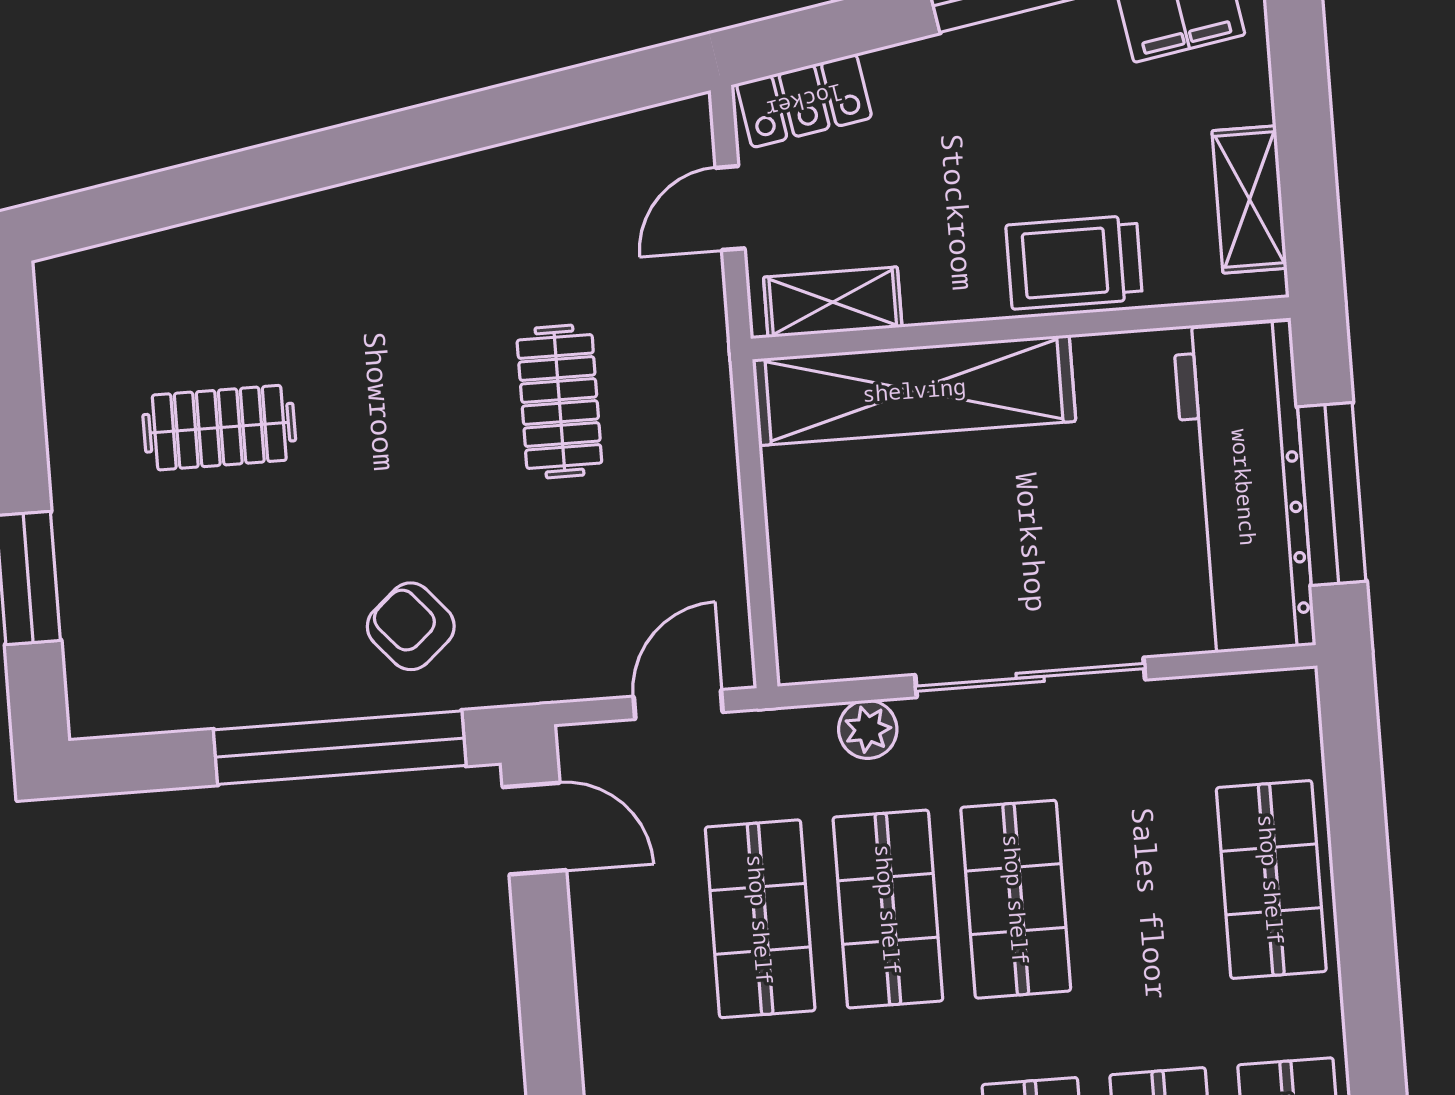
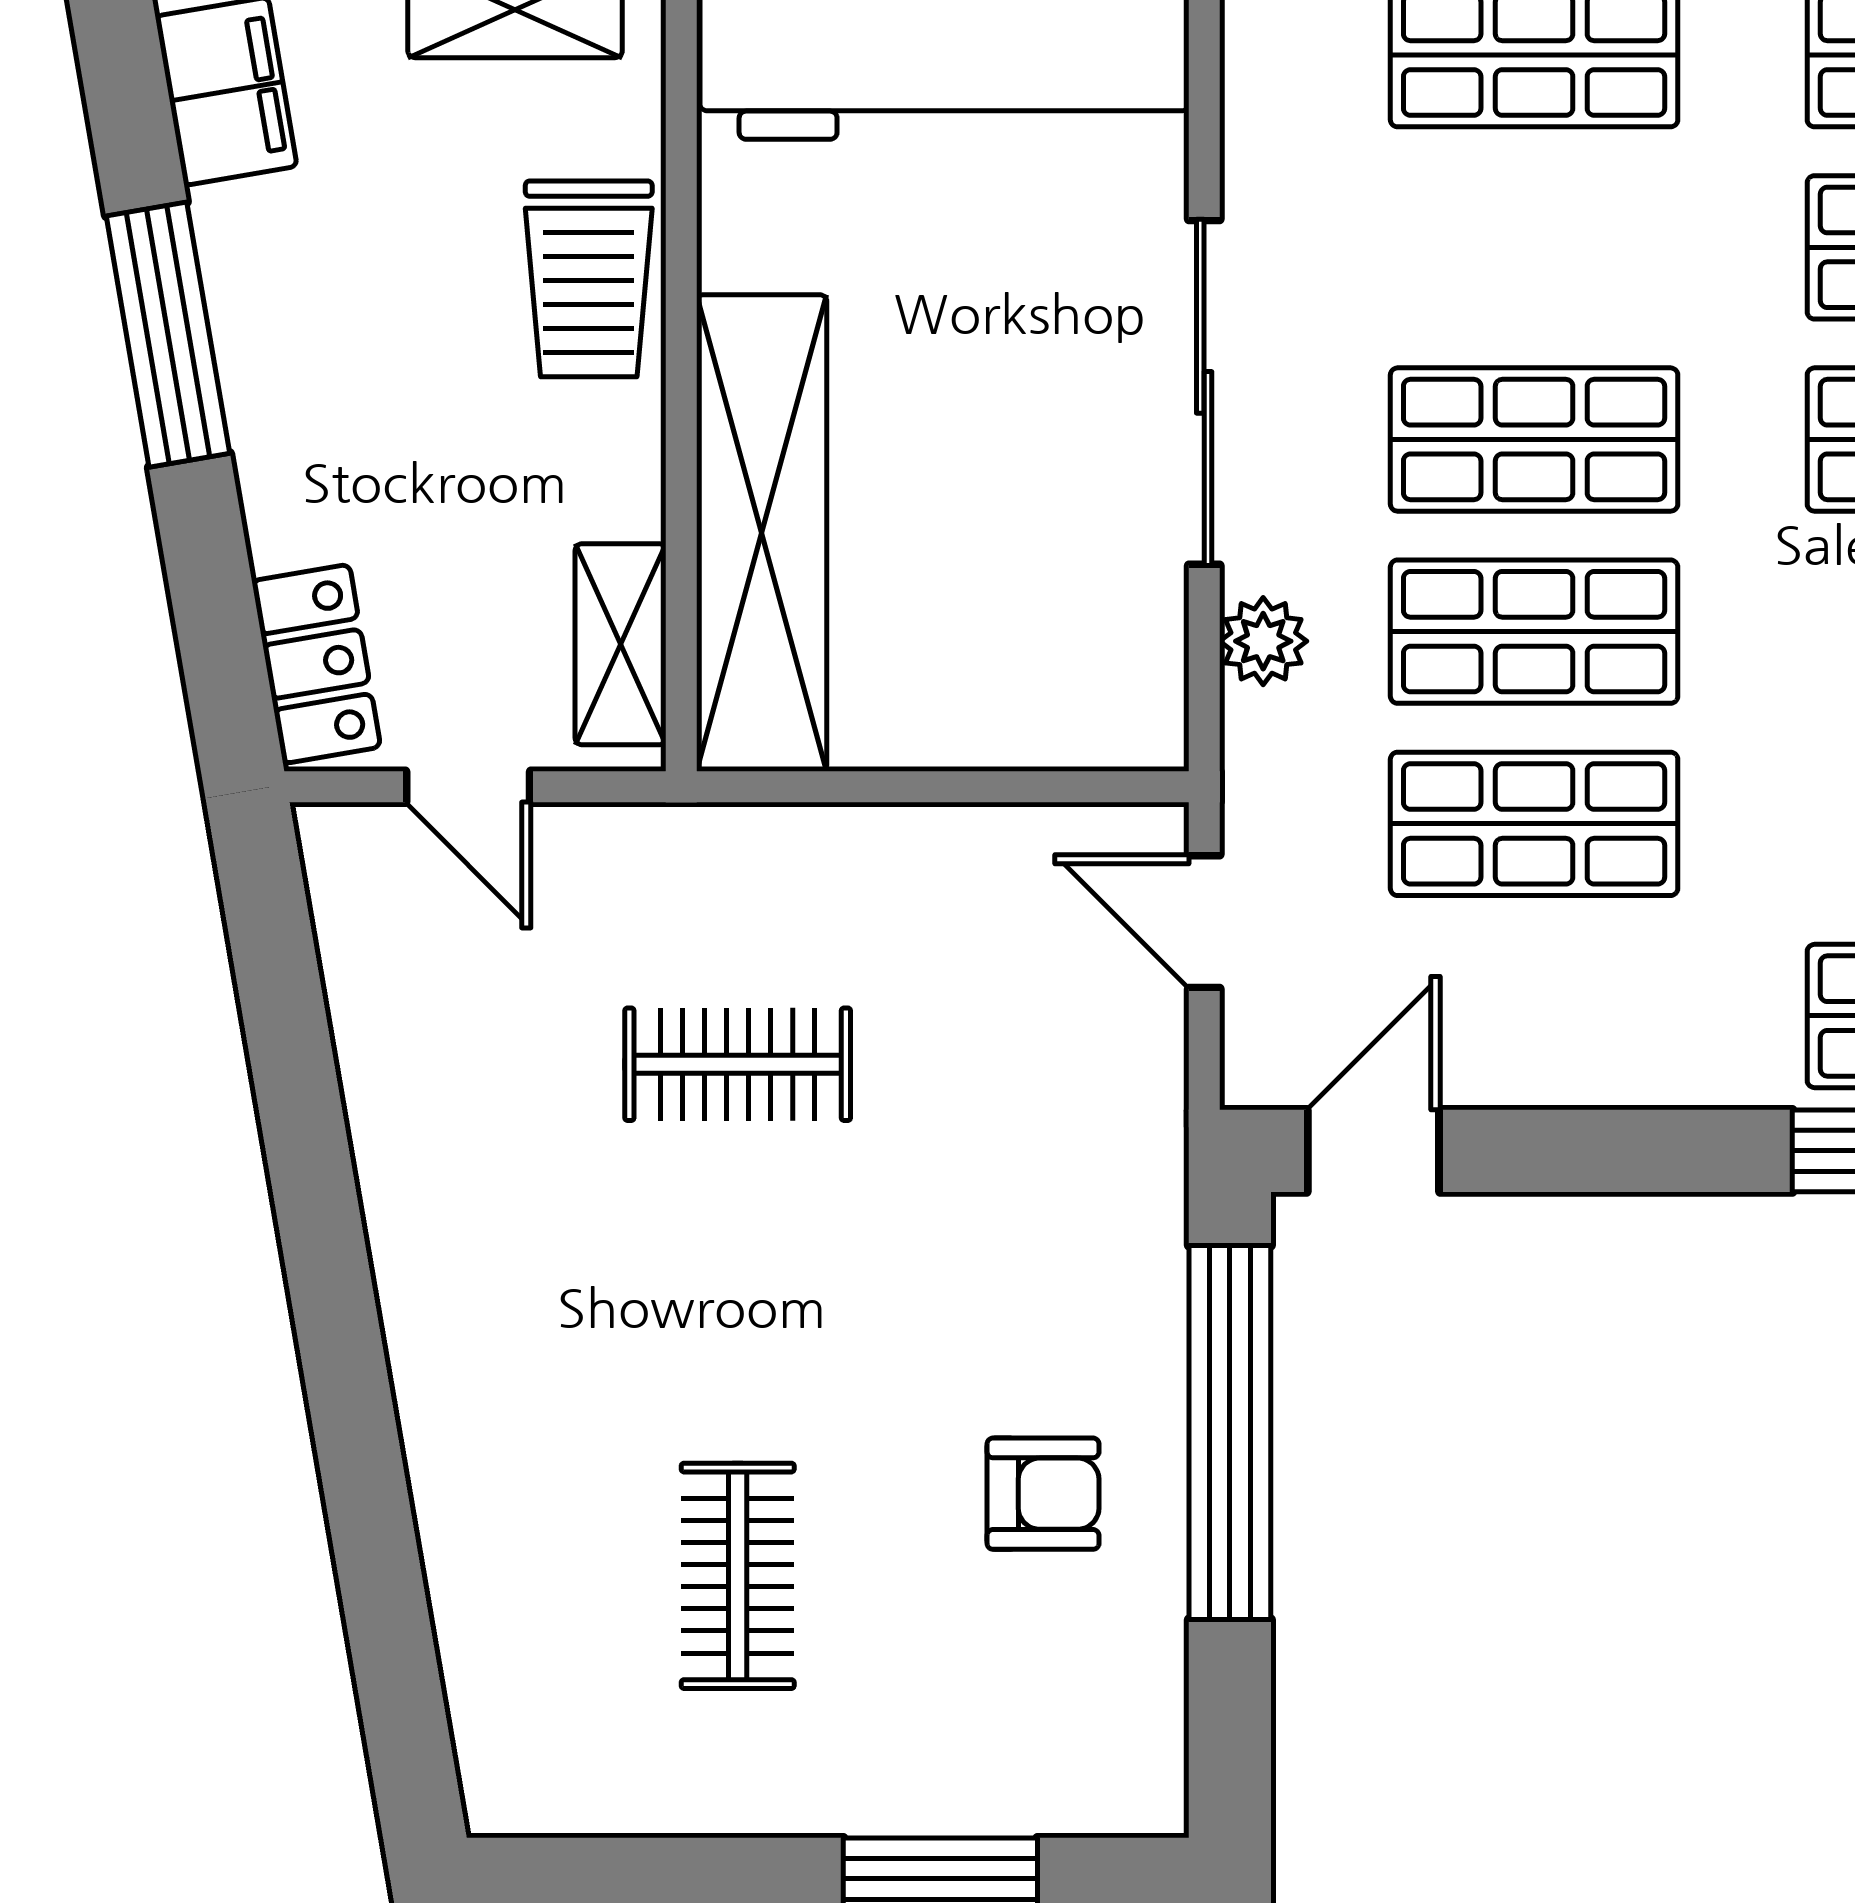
armchair: (411, 626) -> (1043, 1494), moved, turned -139

